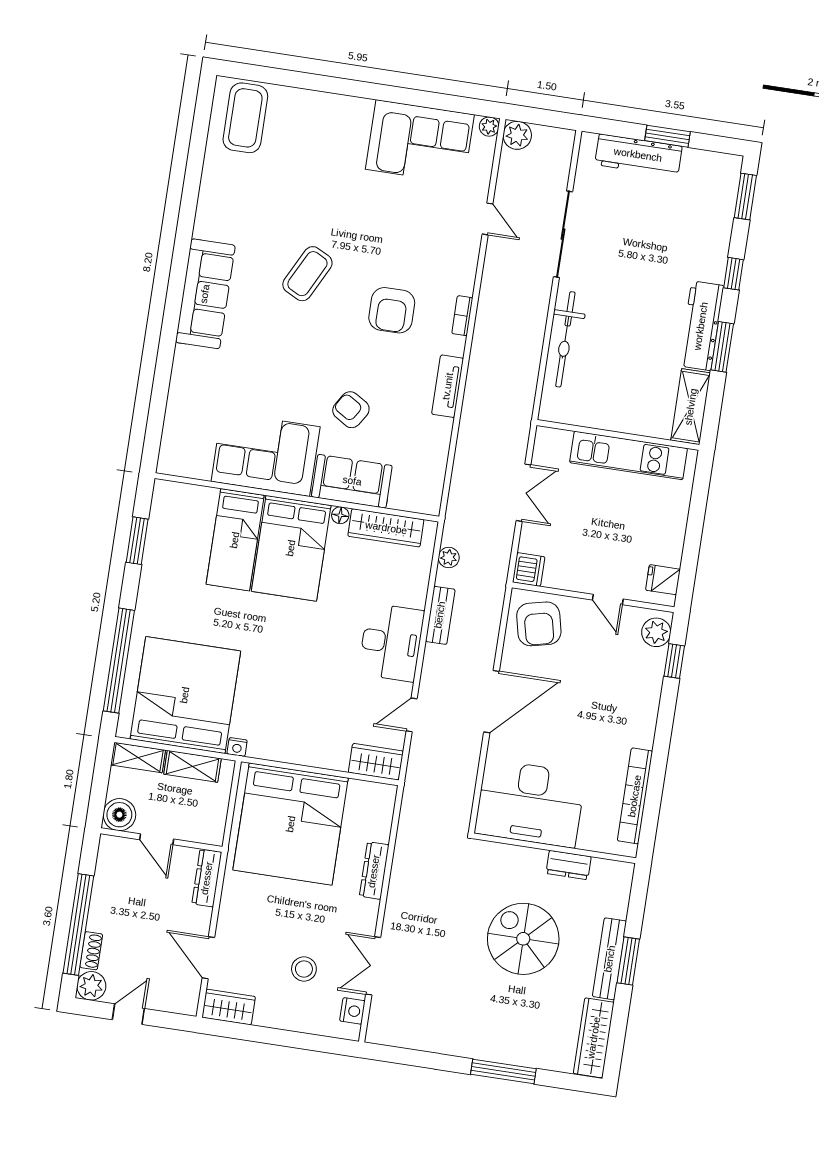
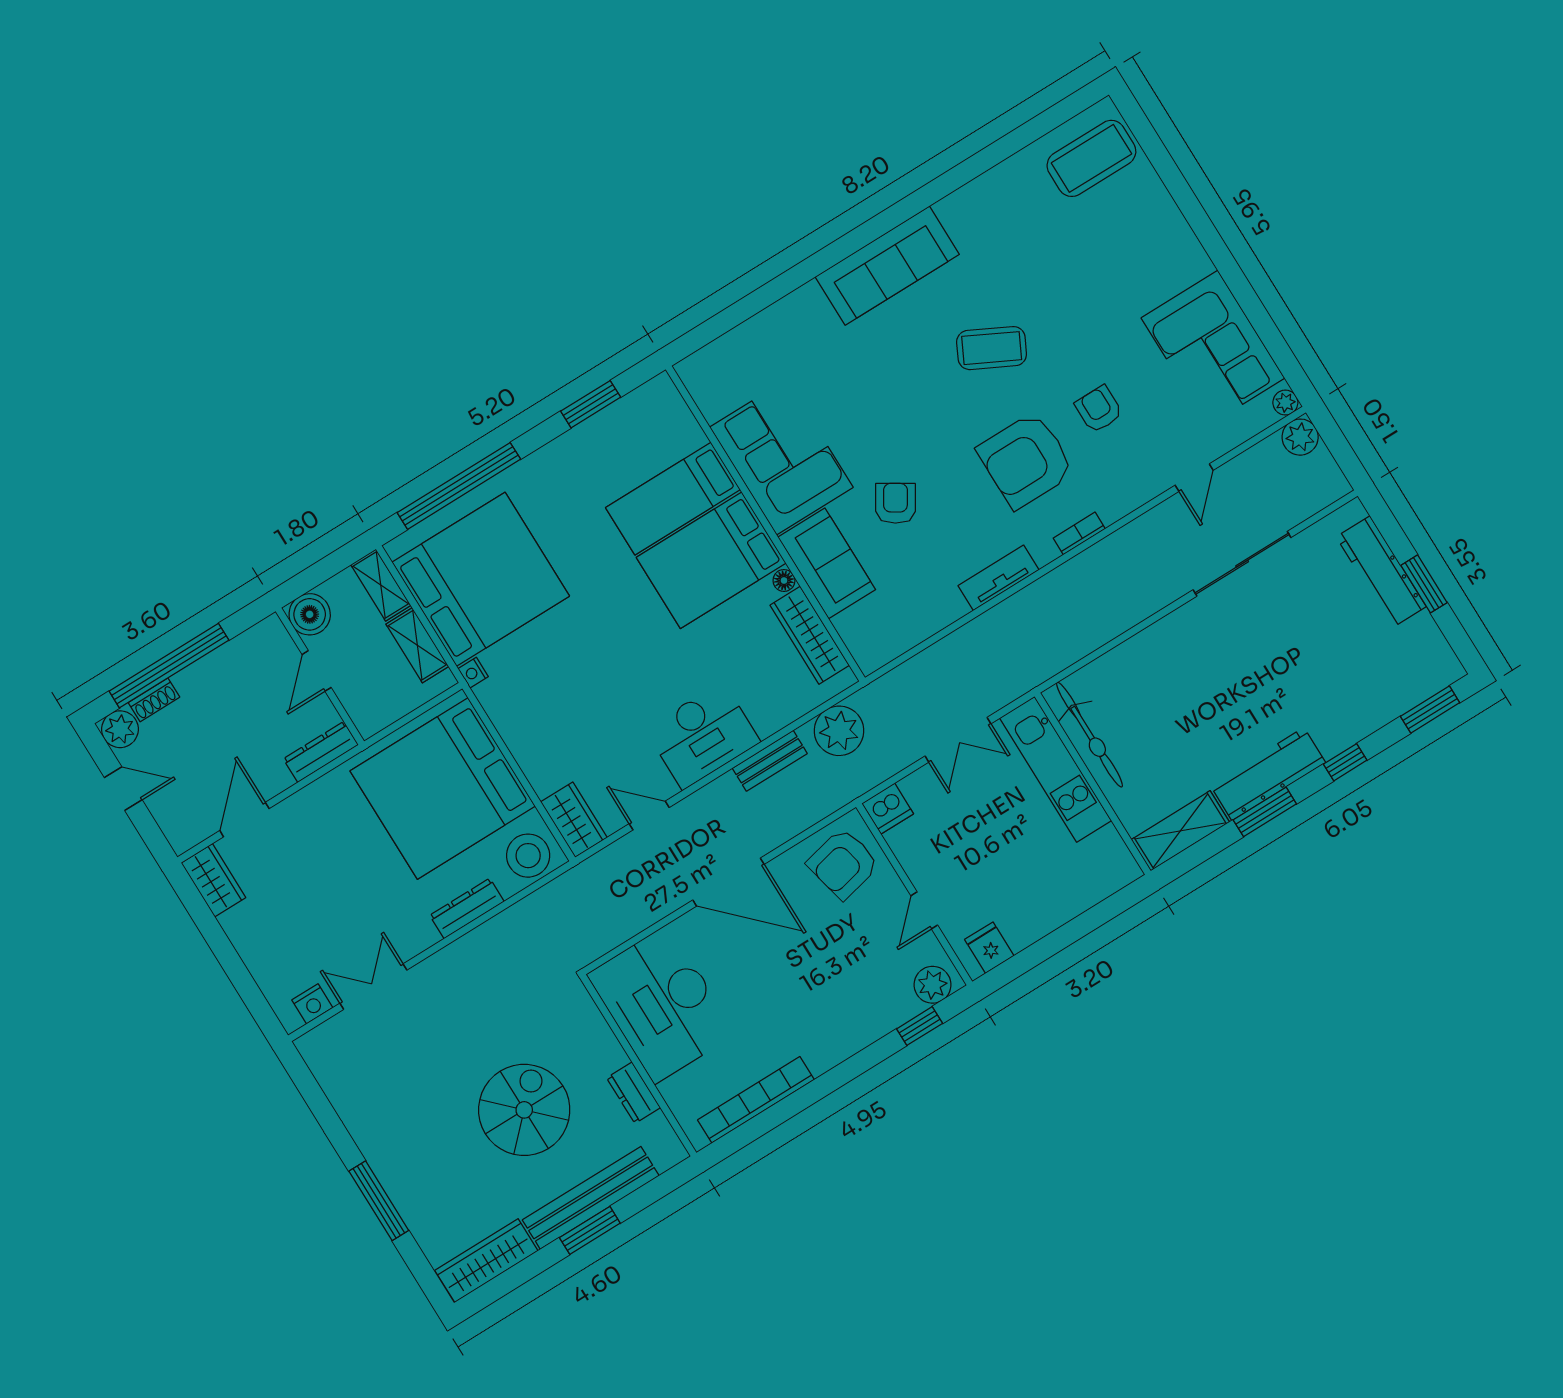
armchair: (398, 241) -> (1099, 409), added
armchair: (392, 310) -> (1026, 460), width x1.36, depth x1.36
bicycle: (565, 339) -> (1090, 735), moved, turned -90
kitchen unit: (629, 455) -> (1056, 769), moved
plant: (449, 558) -> (839, 731), width x1.87, depth x1.87
bench: (610, 959) -> (591, 1198), width x1.37, depth x1.21
stool: (304, 969) -> (528, 856), moved, width x1.38, depth x1.38

